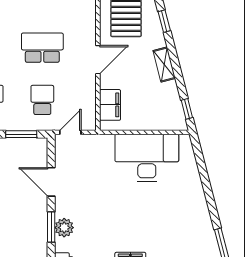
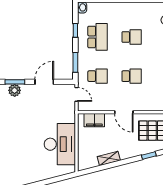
school desk: (42, 48) -> (132, 76), width x0.54
shelving: (164, 65) -> (109, 158), moved
window: (187, 109) -> (92, 170), removed

